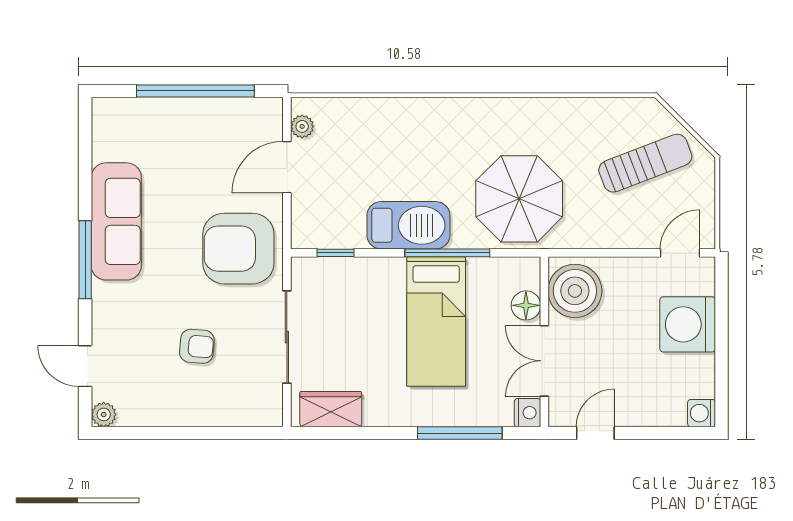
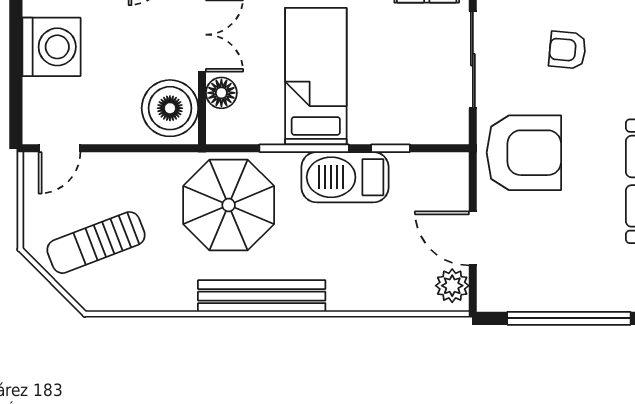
bench: (488, 112) -> (262, 296), added
plant: (302, 126) -> (452, 286), width x1.38, depth x1.38
door: (287, 167) -> (473, 238), swing flipped
window: (335, 253) -> (391, 148), moved
washing machine: (688, 324) -> (51, 47), moved

